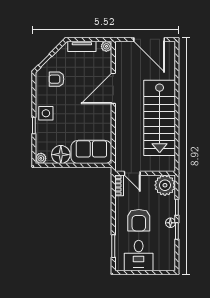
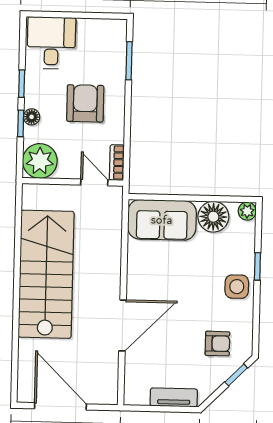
plant: (106, 46) -> (132, 397), removed
floor lamp: (170, 223) -> (32, 117), moved
desk: (139, 256) -> (51, 43), moved

